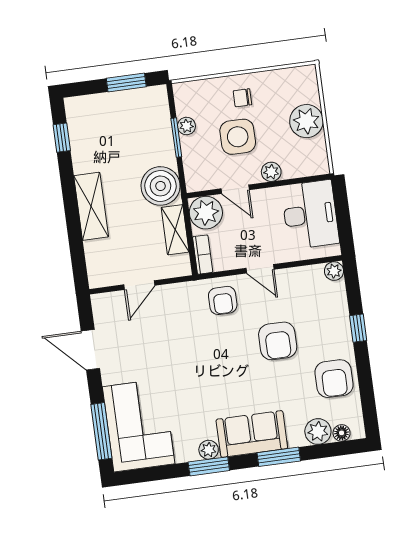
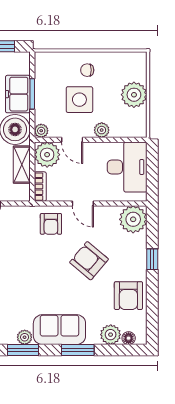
plant: (186, 126) -> (41, 131), moved
freezer: (158, 140) -> (18, 94), added
plant: (334, 271) -> (133, 219), width x1.88, depth x1.88
armchair: (278, 341) -> (89, 261), turned 130

